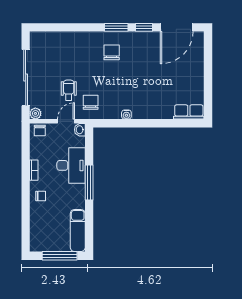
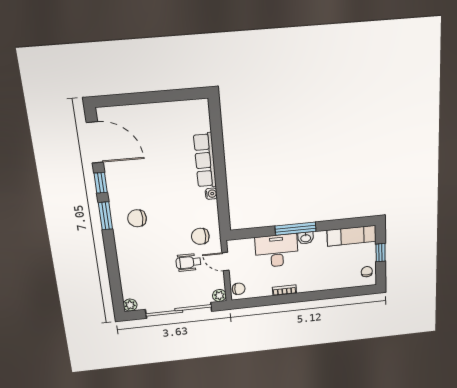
plant: (35, 37) -> (130, 305), added
row of seats: (189, 112) -> (205, 160), moved, width x1.48
washbasin: (80, 130) -> (306, 238), moved
chair: (41, 196) -> (367, 272), moved
window: (60, 256) -> (381, 253), width x0.46

